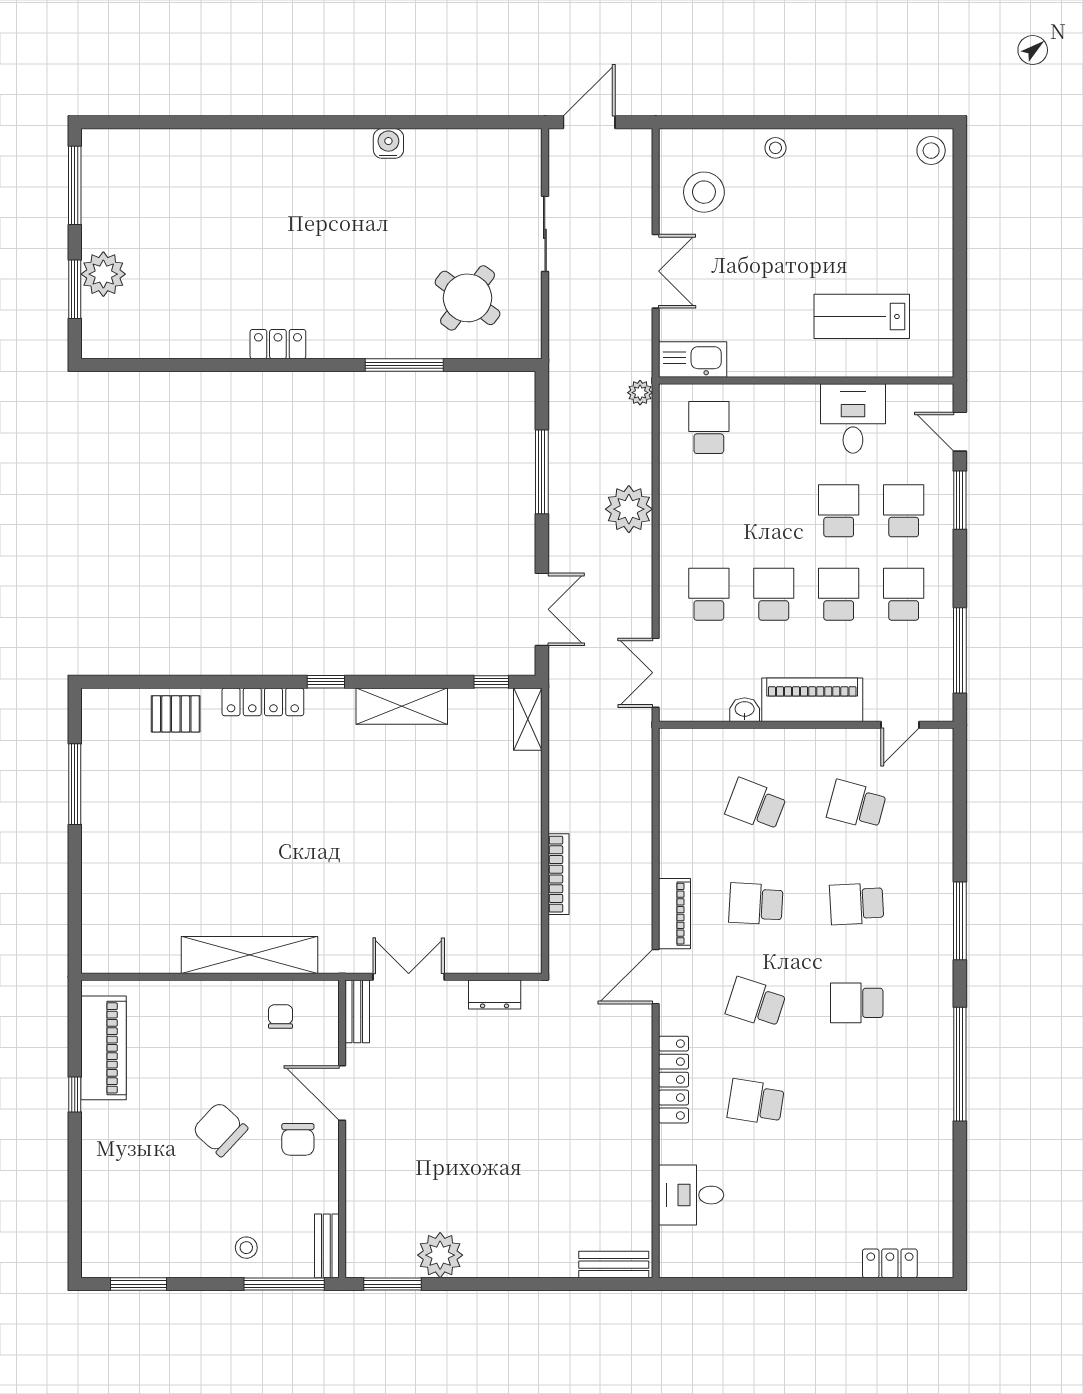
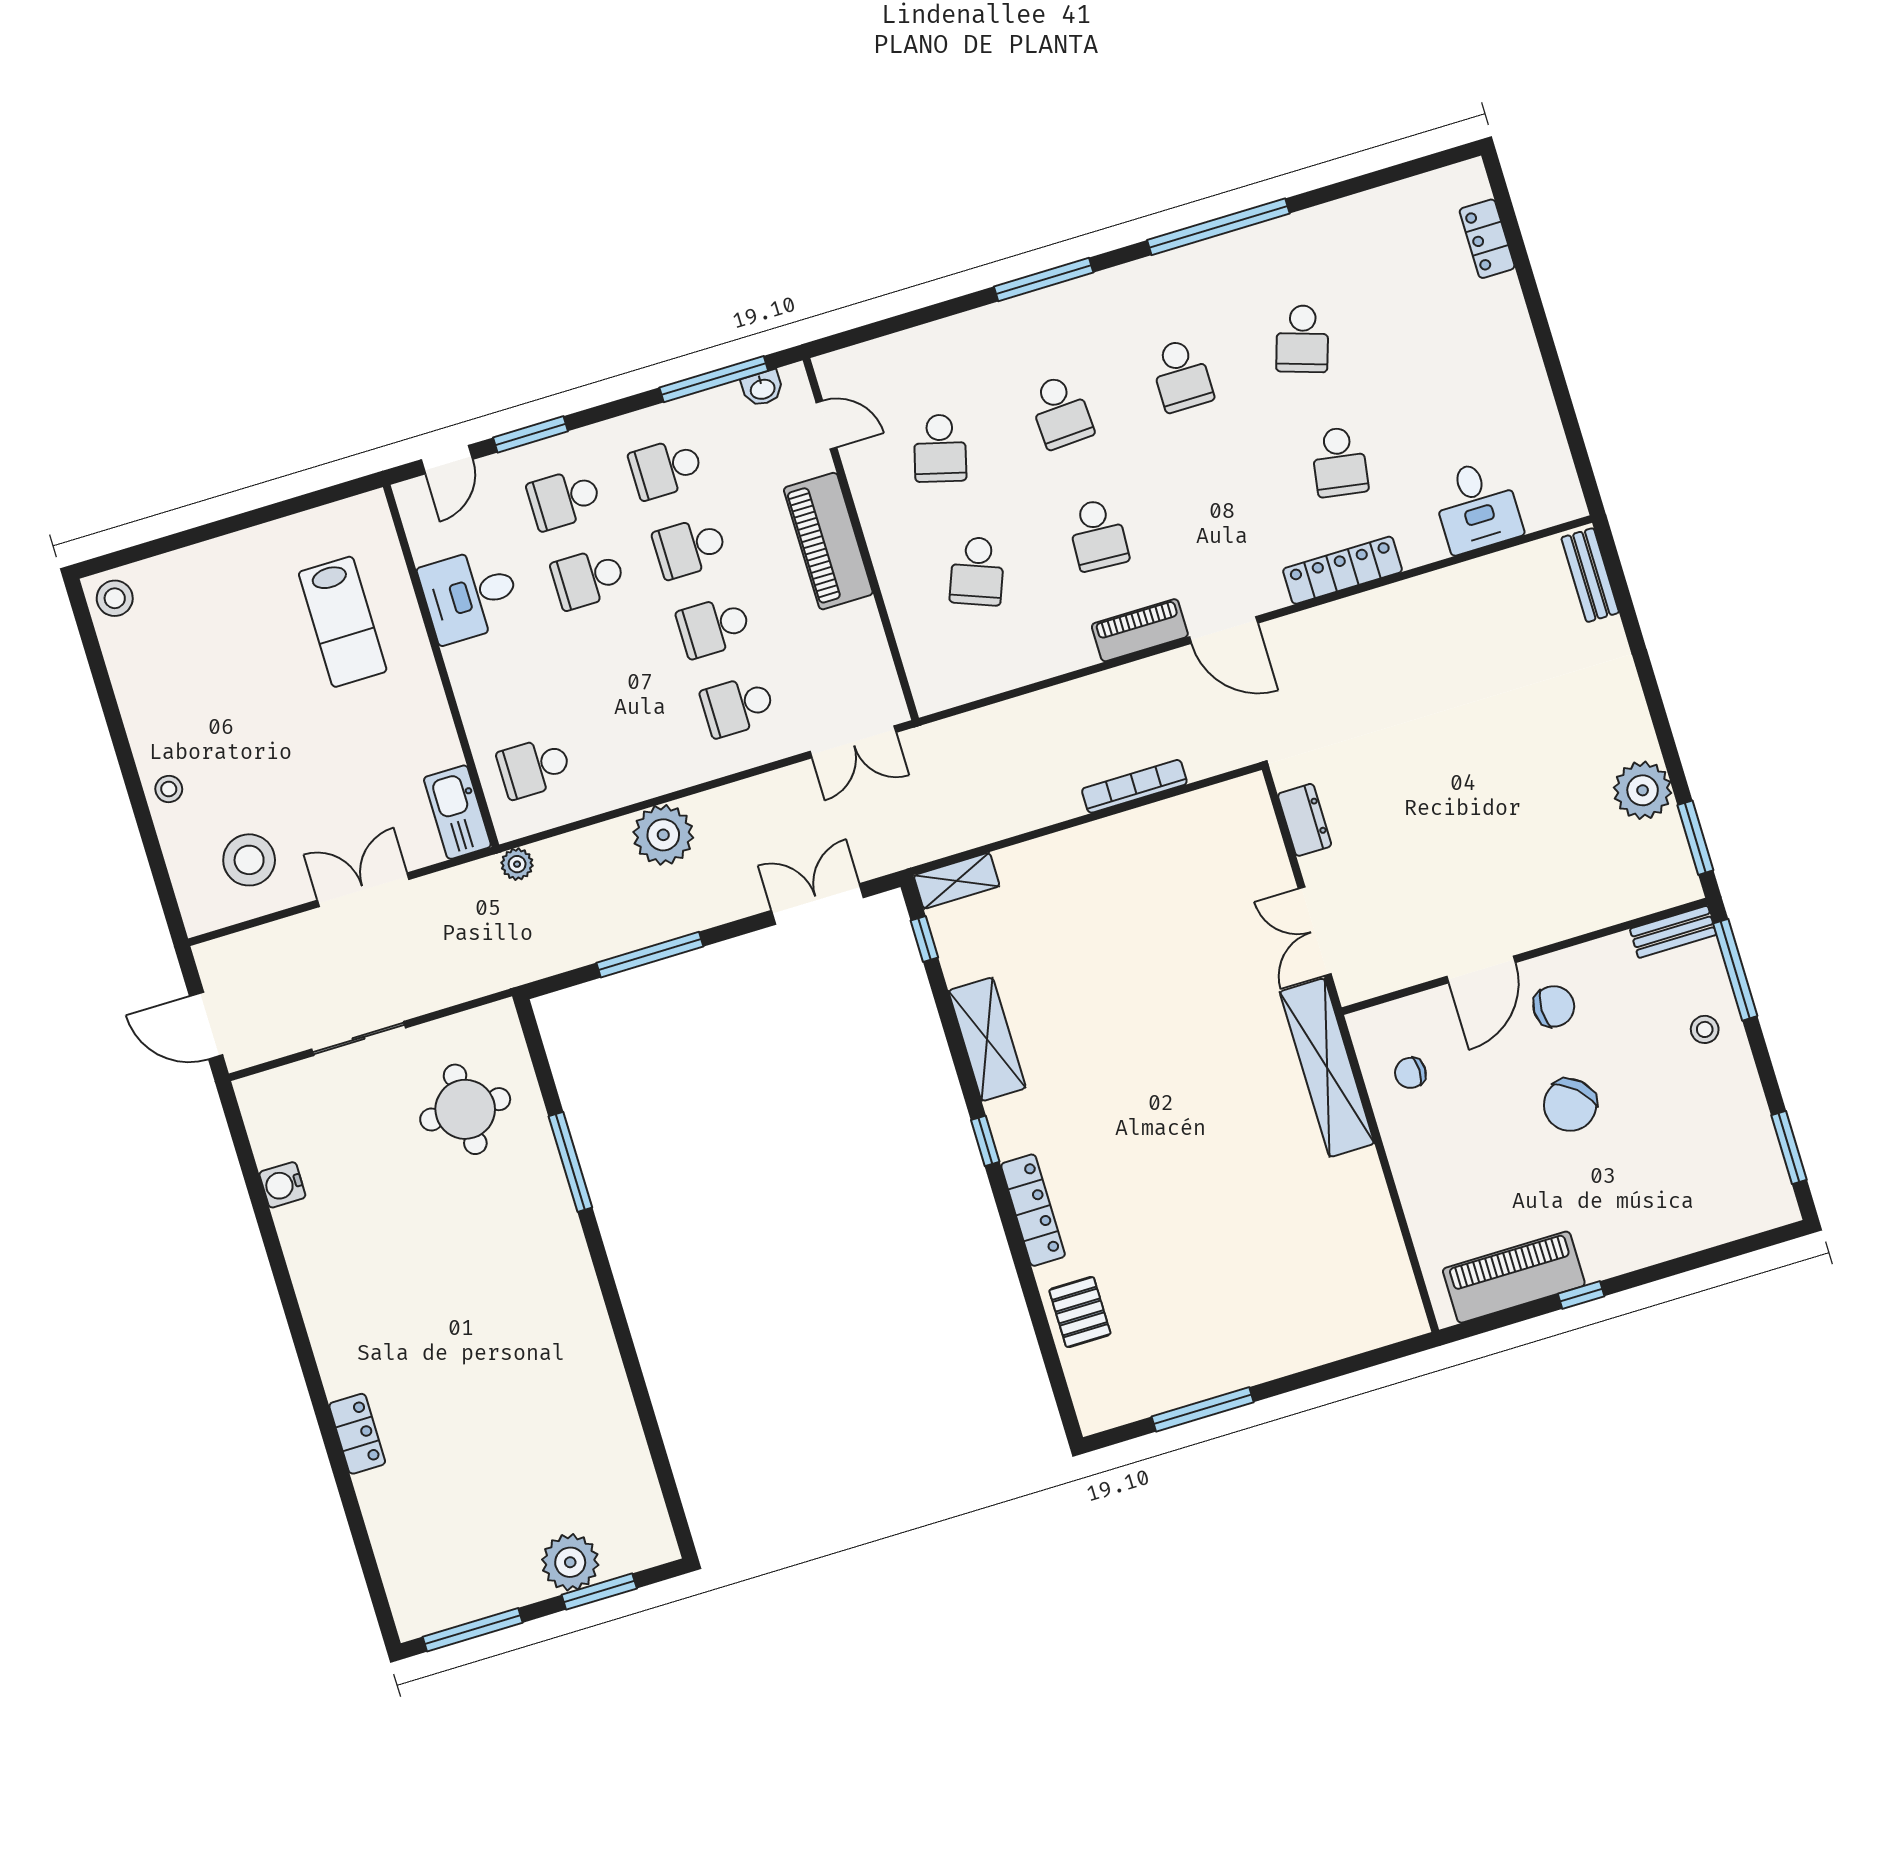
water cooler: (388, 143) -> (282, 1185), moved
round table: (468, 298) -> (465, 1109), turned -37
locker: (278, 344) -> (357, 1434), moved, turned 180
washbasin: (745, 710) -> (762, 388), moved, turned -90
shelving: (249, 955) -> (1327, 1068), moved
school desk: (756, 1003) -> (1302, 339), moved
bench: (357, 1011) -> (1376, 981), removed

